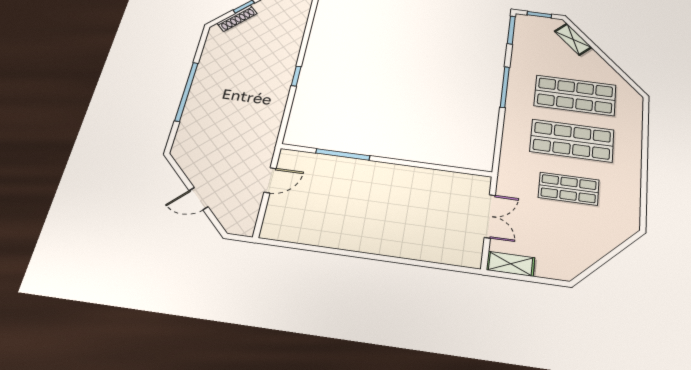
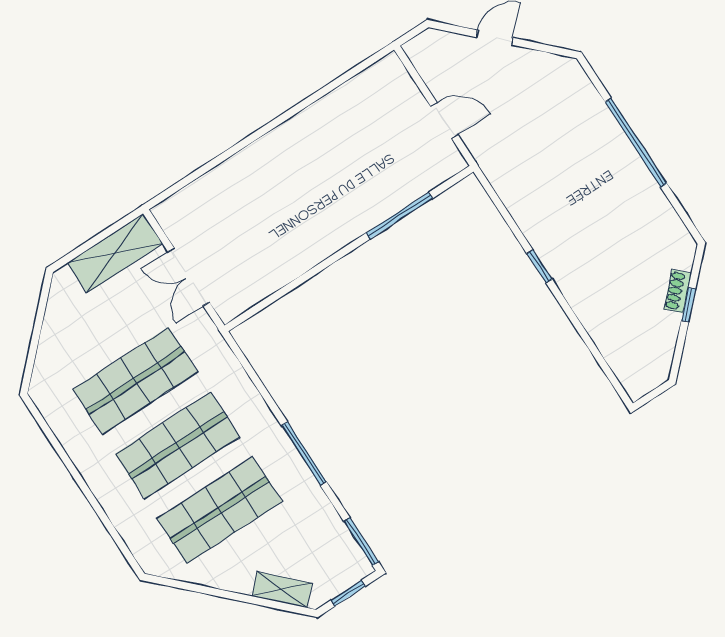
shoe rack: (237, 18) -> (678, 291), width x0.70
door: (270, 180) -> (444, 121), swing flipped
shop shelf: (569, 189) -> (135, 381), width x1.43, depth x1.36
shelving: (511, 264) -> (115, 253), width x1.50, depth x1.33

